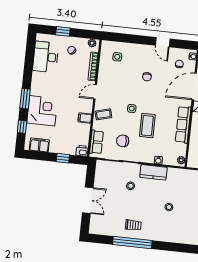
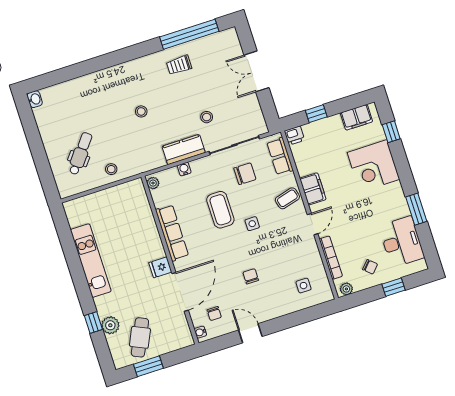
window: (25, 99) -> (416, 209), moved
filing cabinet: (85, 118) -> (313, 189), width x2.00
window: (132, 242) -> (189, 34), moved

